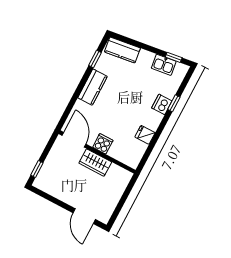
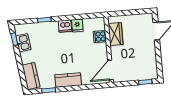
dishwasher: (162, 104) -> (65, 26), moved
cooker: (103, 144) -> (100, 37), moved
wardrobe: (95, 163) -> (115, 34), moved

